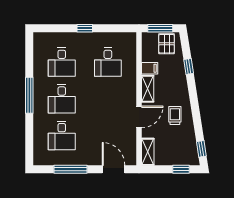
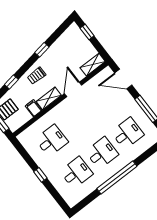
window: (29, 95) -> (117, 177), width x1.46
trolley: (175, 116) -> (37, 76), moved
door: (139, 117) -> (73, 89), hinge flipped
window: (201, 149) -> (42, 50), moved
door: (114, 169) -> (123, 79), hinge flipped

